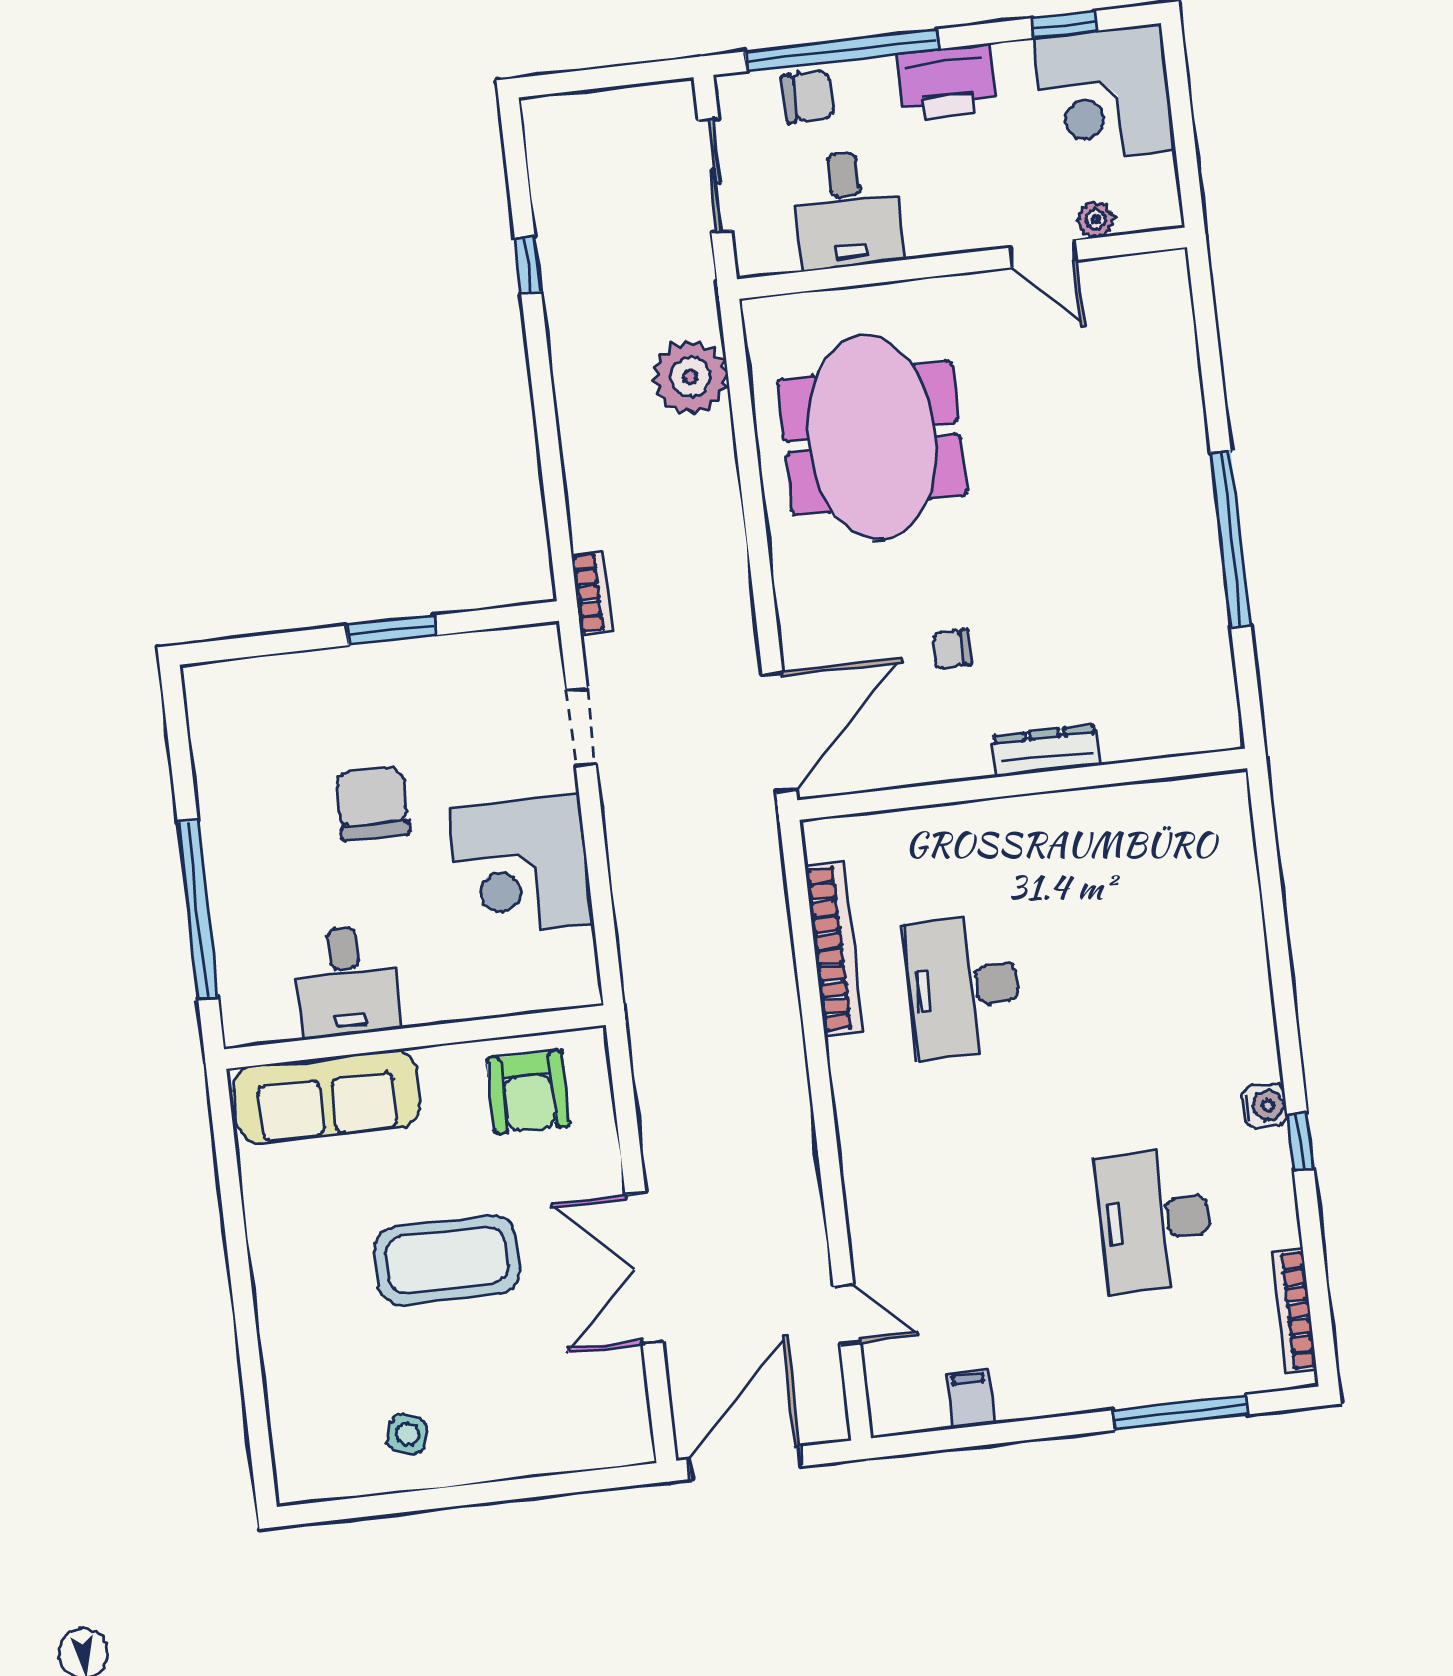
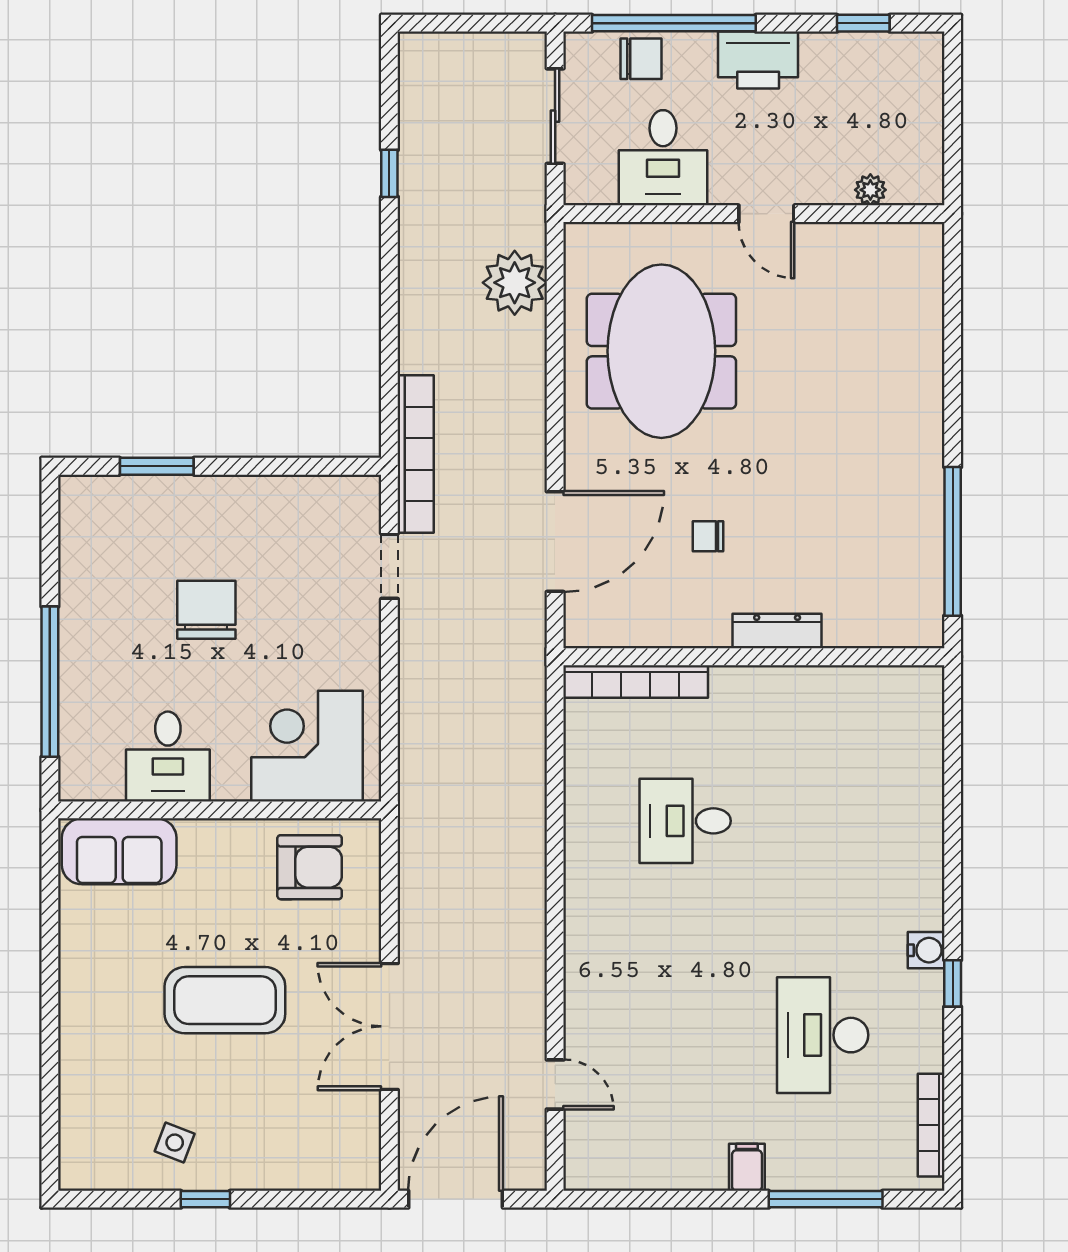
corner desk: (1105, 94) -> (890, 86), removed
door: (1043, 254) -> (766, 214), moved
window: (1231, 539) -> (953, 541), moved
bookcase: (592, 592) -> (416, 454), width x2.31, depth x1.31
window: (391, 630) -> (157, 466), moved
door: (779, 732) -> (555, 542), moved
corner desk: (521, 866) -> (307, 746), moved, turned 90
bookcase: (834, 948) -> (636, 681), moved, turned 90
desk: (964, 987) -> (685, 821), width x0.73
armchair: (528, 1092) -> (310, 867), turned -90
sofa: (327, 1097) -> (119, 851), width x0.73
filing cabinet: (970, 1399) -> (747, 1167), moved
window: (451, 1497) -> (205, 1199), added

